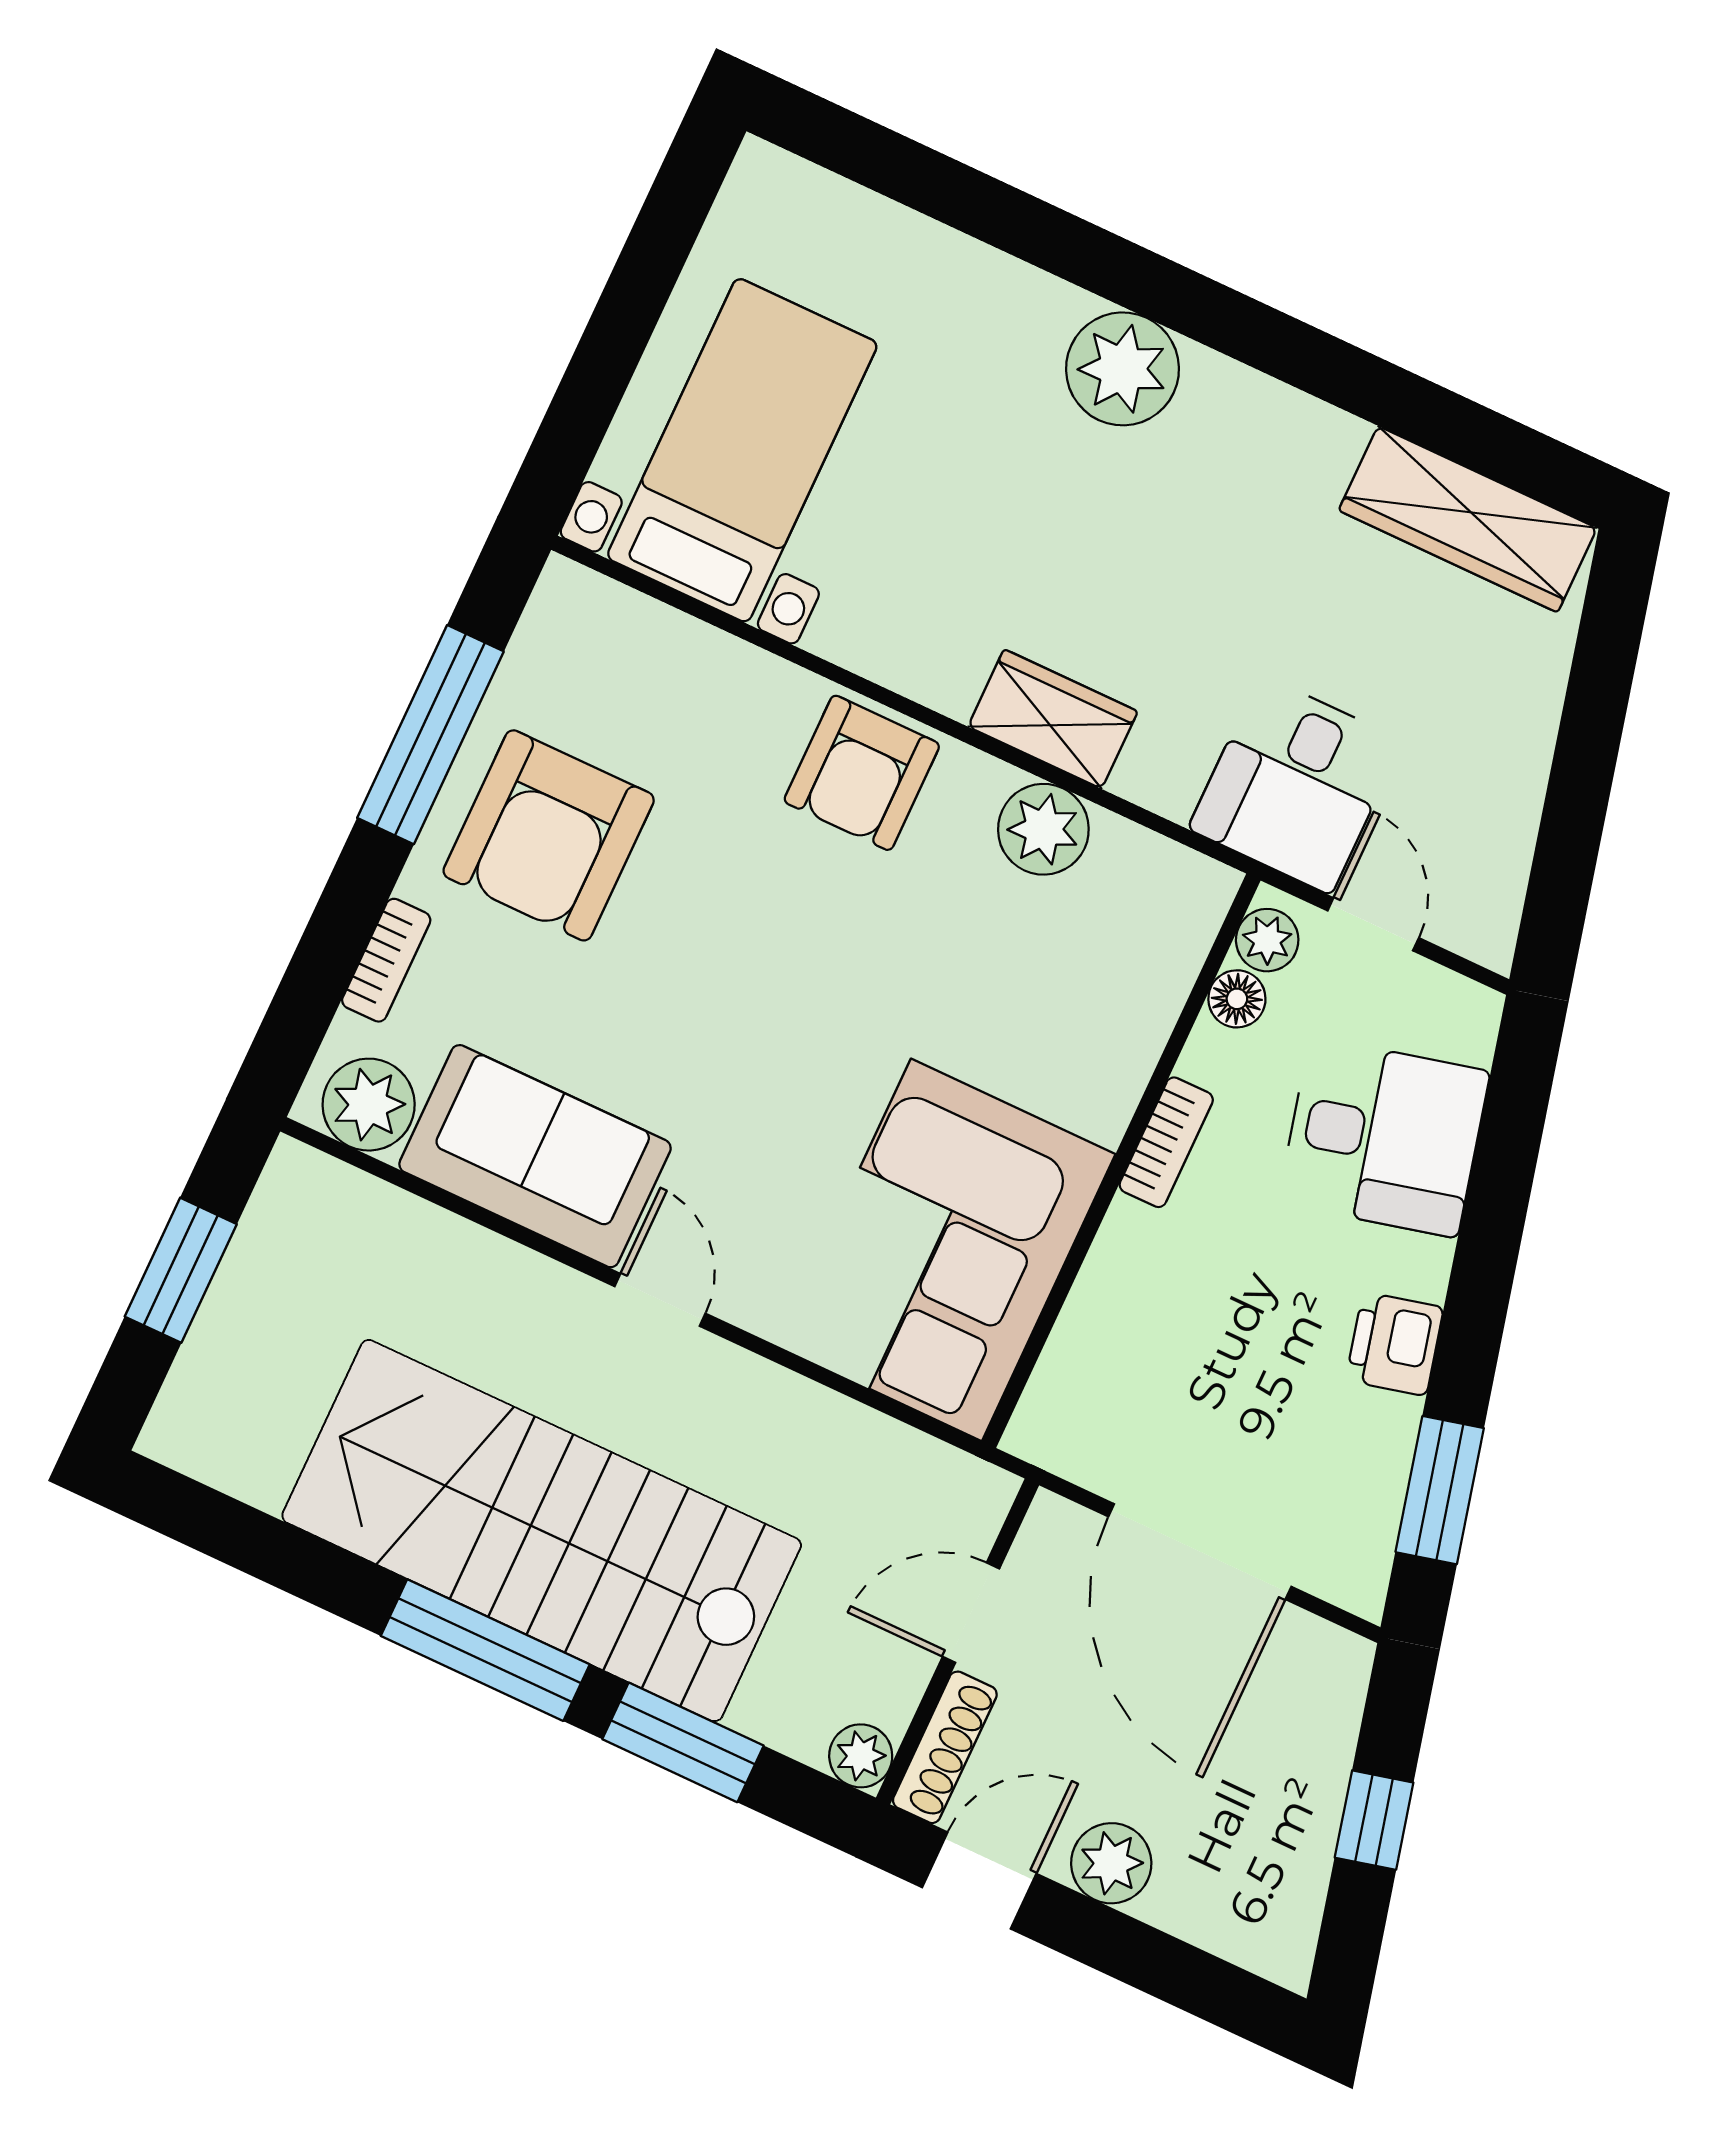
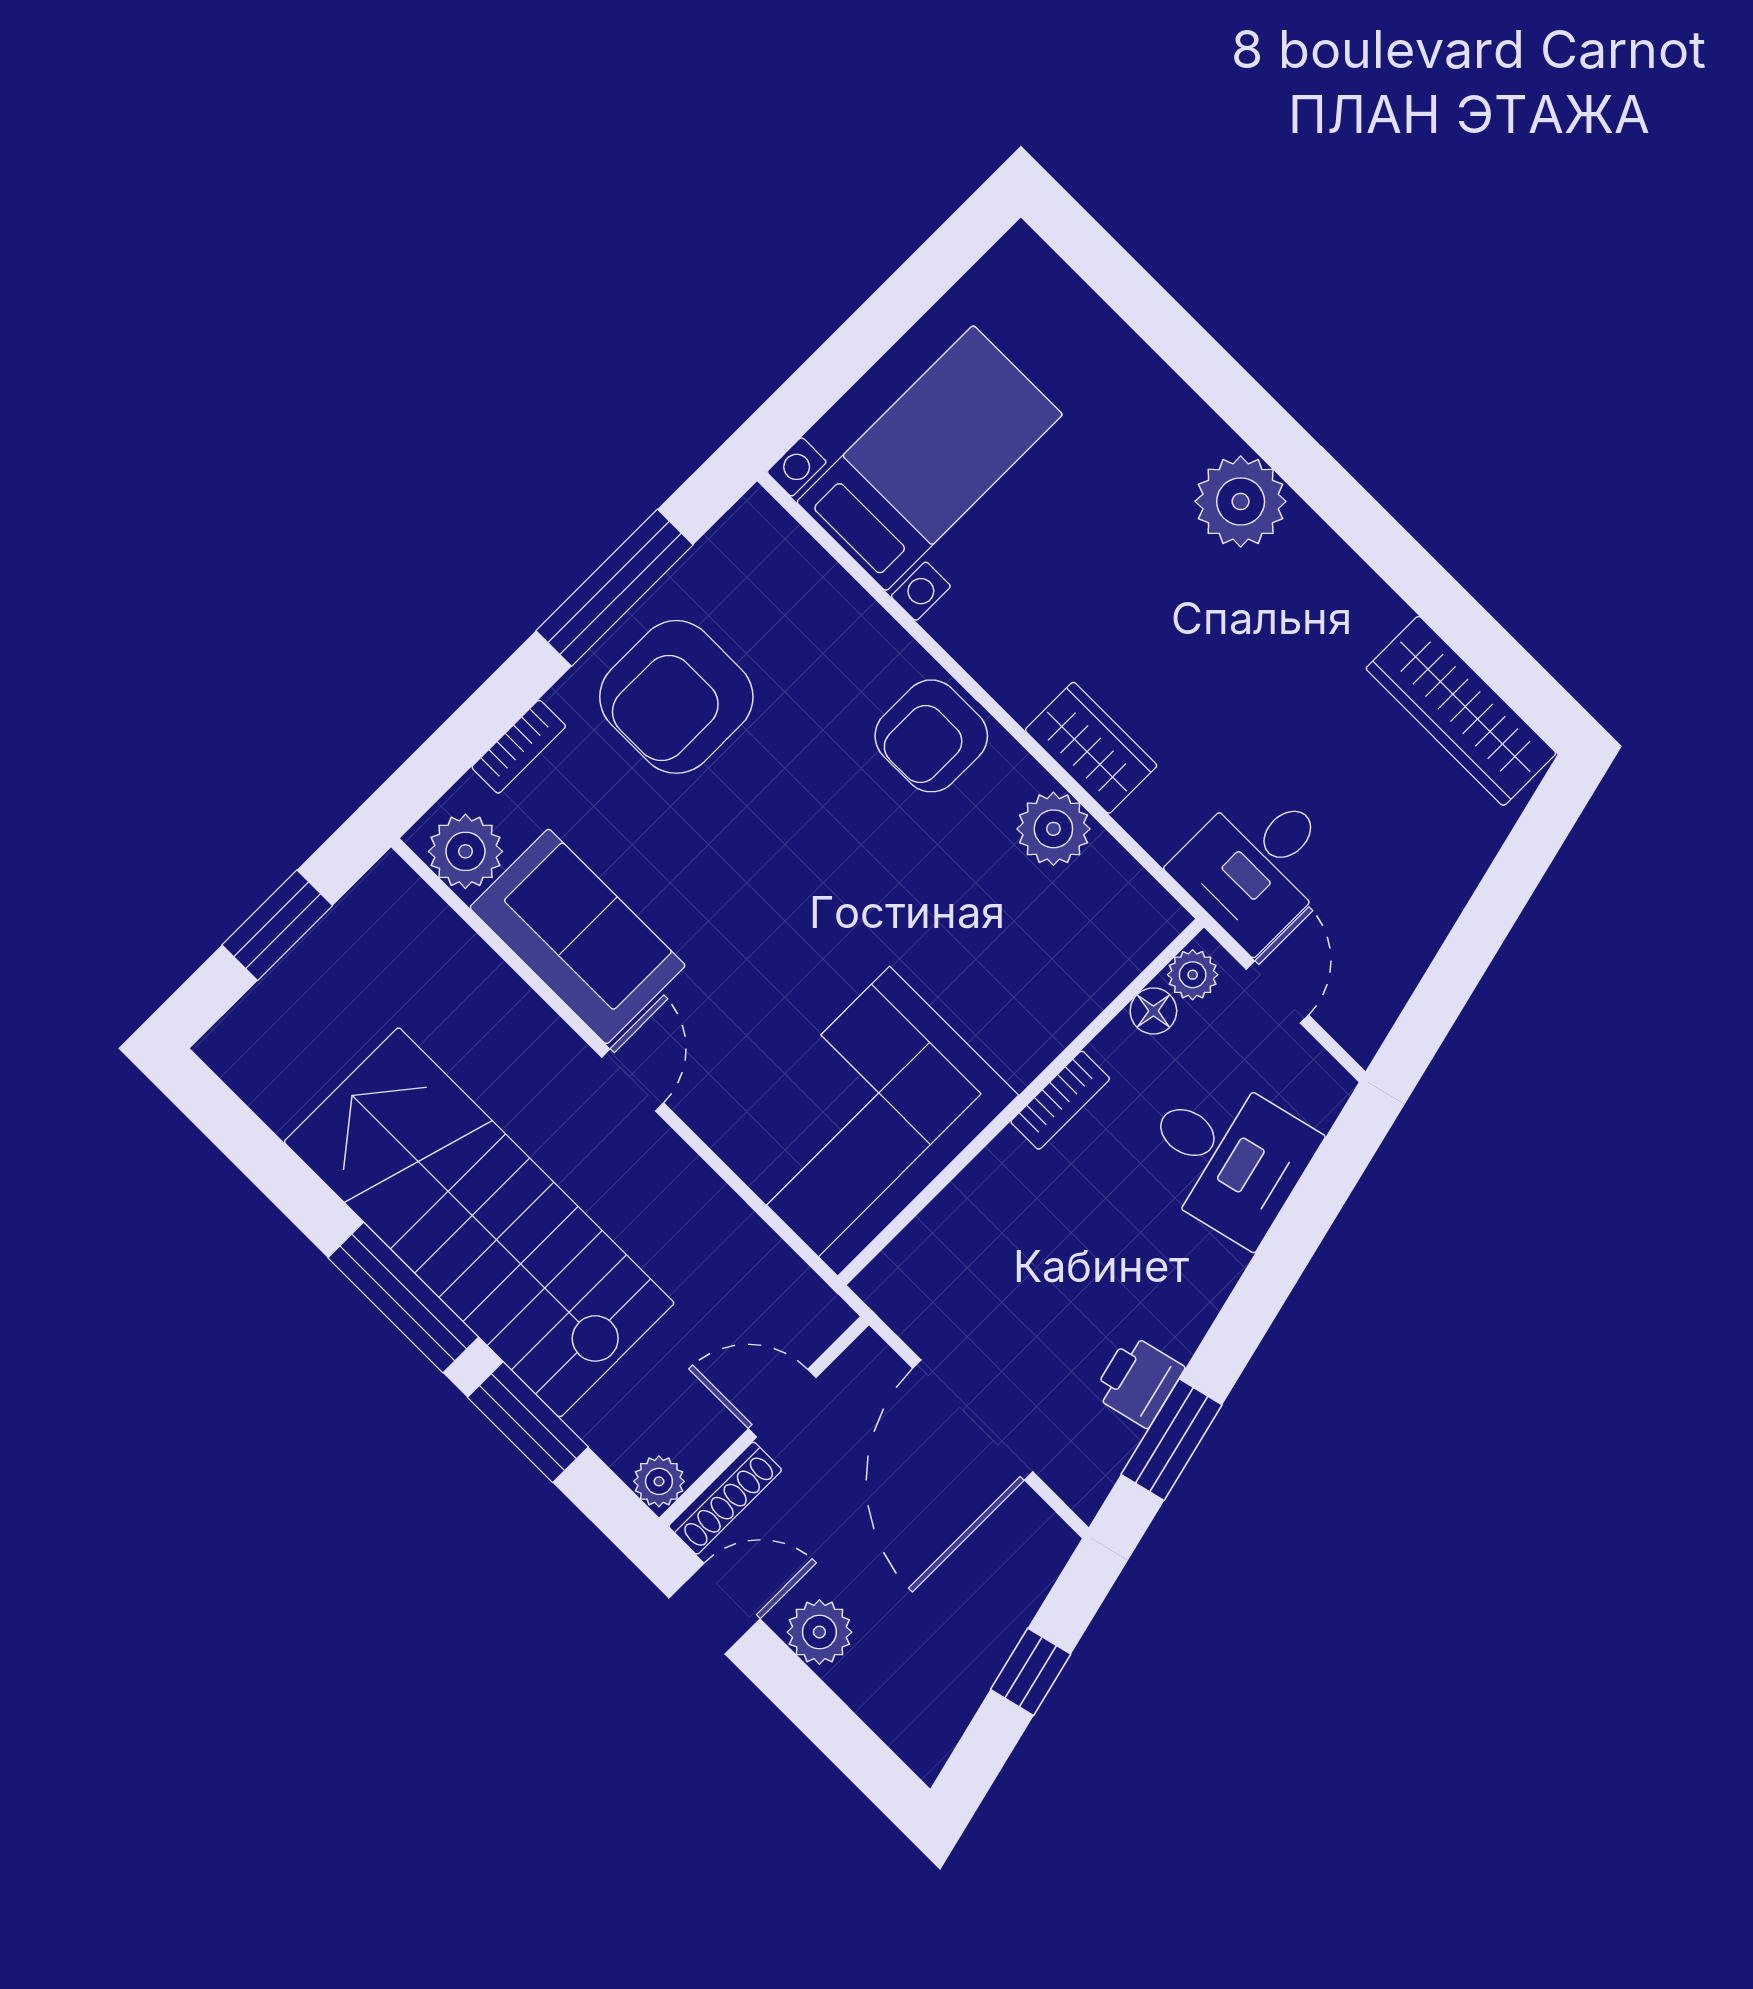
printer: (1395, 1344) -> (1138, 1381), moved

